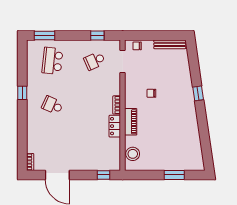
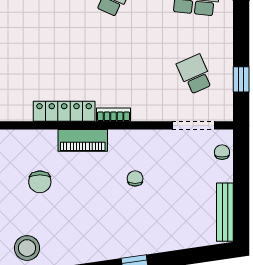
locker: (115, 126) -> (64, 111), width x1.53
chair: (153, 145) -> (40, 182), added
stool: (133, 154) -> (27, 248), moved

